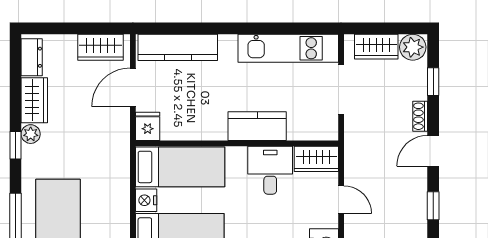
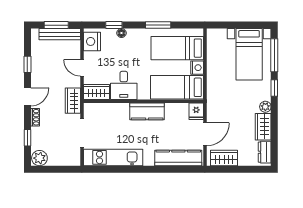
wardrobe: (376, 47) -> (73, 101), moved, turned -90
kitchen counter: (257, 126) -> (147, 111), moved
window: (15, 145) -> (274, 88), moved

